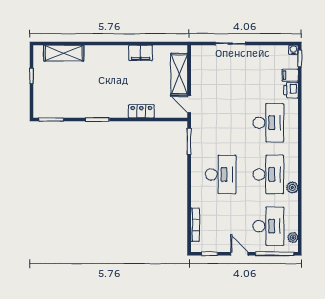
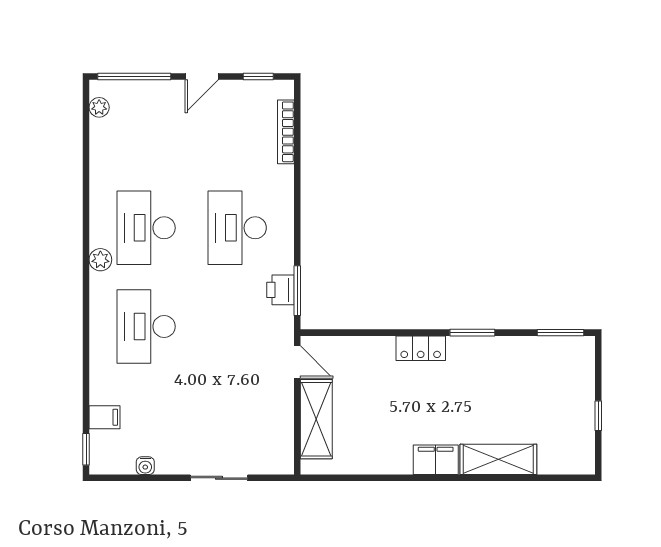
water cooler: (293, 50) -> (145, 466), moved
shelving: (64, 53) -> (498, 459), moved
filing cabinet: (141, 53) -> (436, 460), moved
printer: (291, 90) -> (280, 290), moved, turned 180
locker: (141, 111) -> (421, 348), moved
plant: (292, 187) -> (100, 260), moved
desk: (268, 226) -> (146, 129), removed
door: (239, 254) -> (202, 77), hinge flipped

